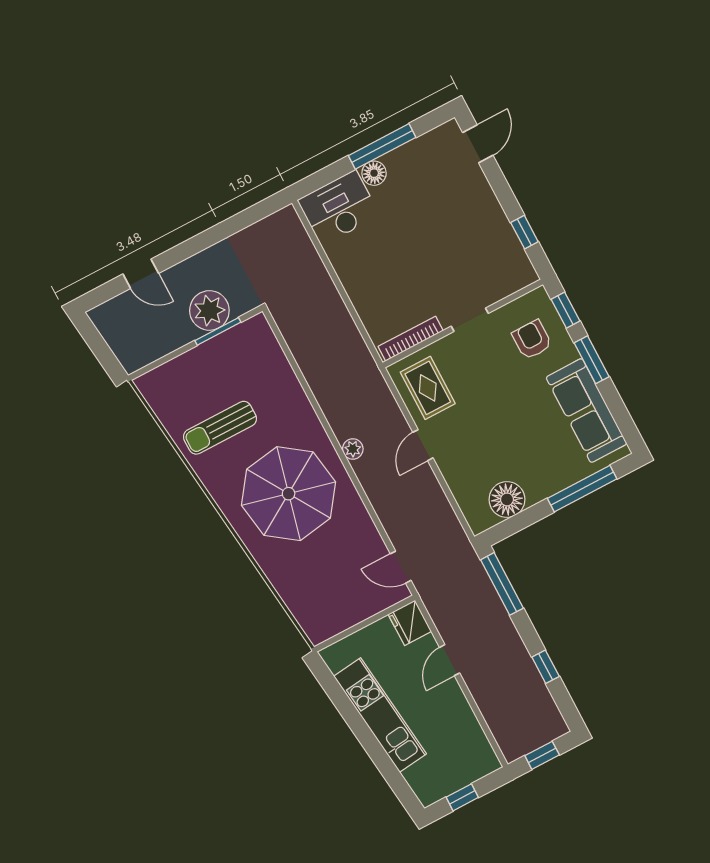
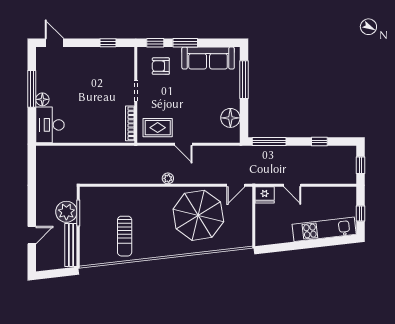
bench: (159, 347) -> (71, 245), added
parasol: (289, 494) -> (198, 215), moved
kitchen unit: (380, 715) -> (324, 229), moved

